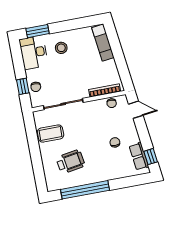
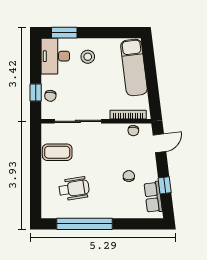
exam couch: (103, 43) -> (134, 67), width x1.36, depth x1.45
door: (136, 110) -> (159, 143), hinge flipped
window: (151, 157) -> (165, 185), moved

